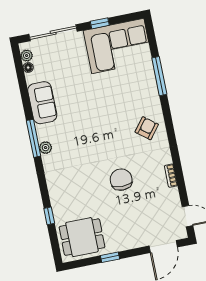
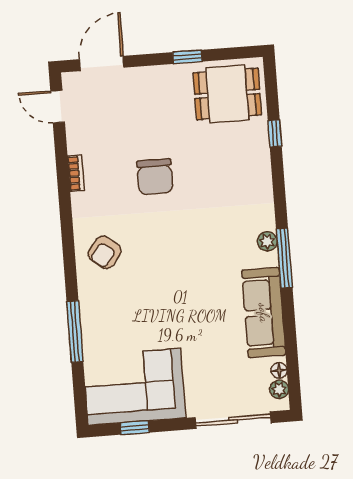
window: (100, 23) -> (135, 428), moved
sofa: (42, 103) -> (264, 313), width x1.36

